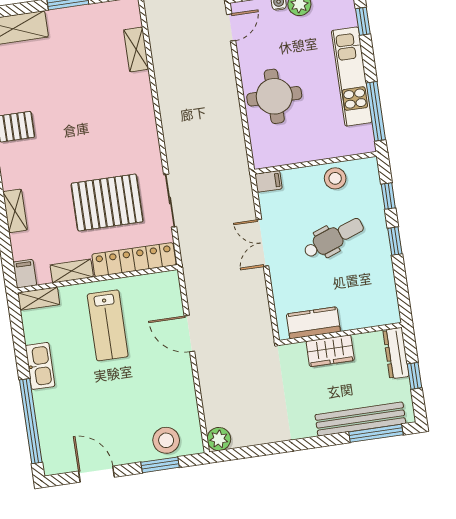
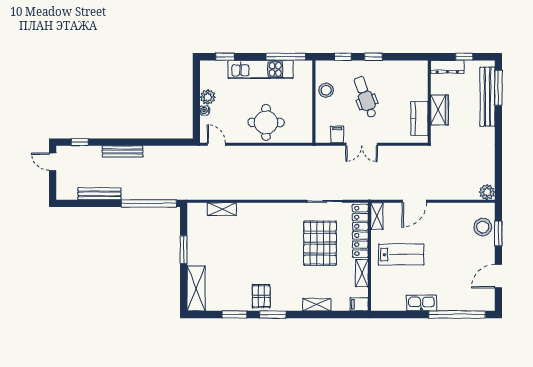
filing cabinet: (268, 181) -> (337, 134), moved
shelving: (39, 299) -> (377, 216), moved

